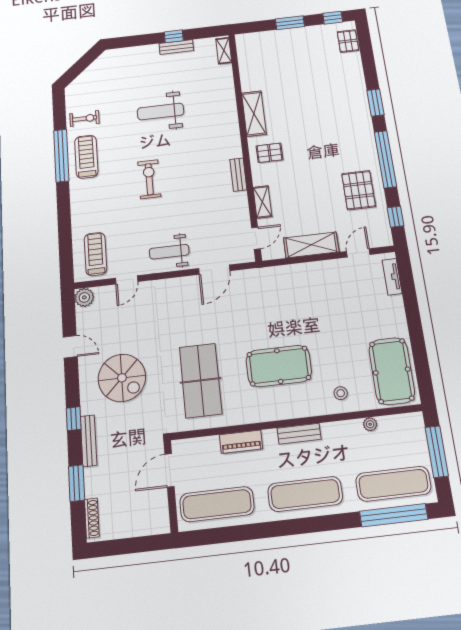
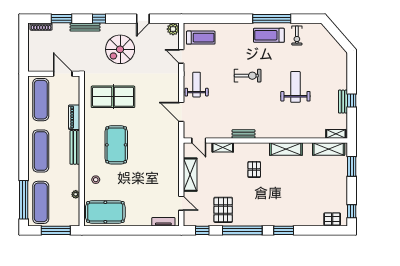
window: (290, 23) -> (352, 166), moved
shelving: (247, 57) -> (329, 149), added
pallet: (269, 153) -> (254, 169), moved
treadmill: (86, 157) -> (269, 35), turned 180
pallet: (359, 190) -> (223, 210), turned 90
bench: (299, 434) -> (75, 147), width x1.36

